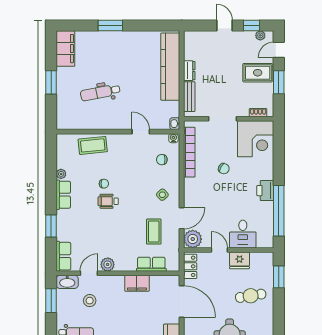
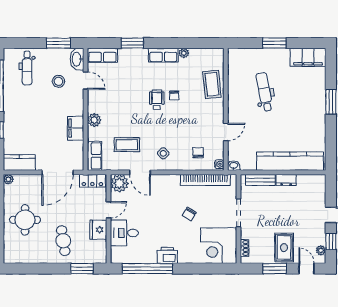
plant: (108, 264) -> (94, 120), moved
row of seats: (151, 264) -> (94, 156), moved

